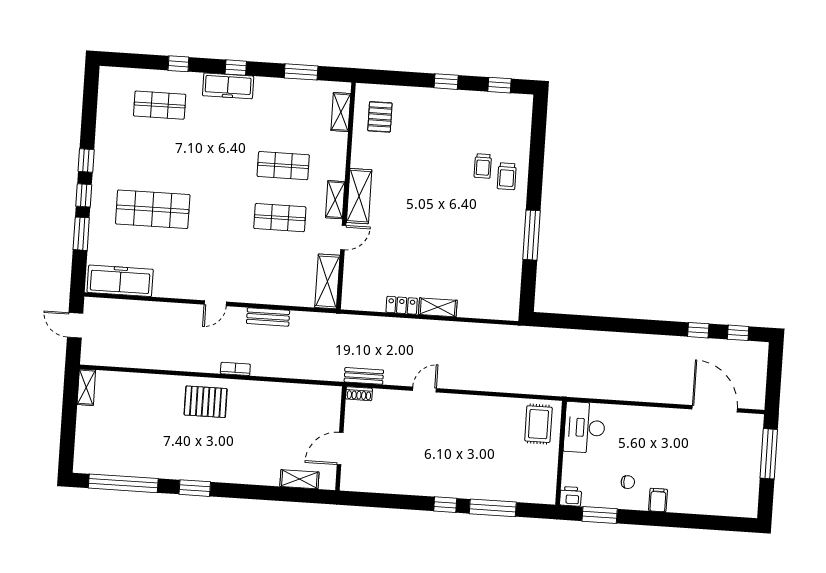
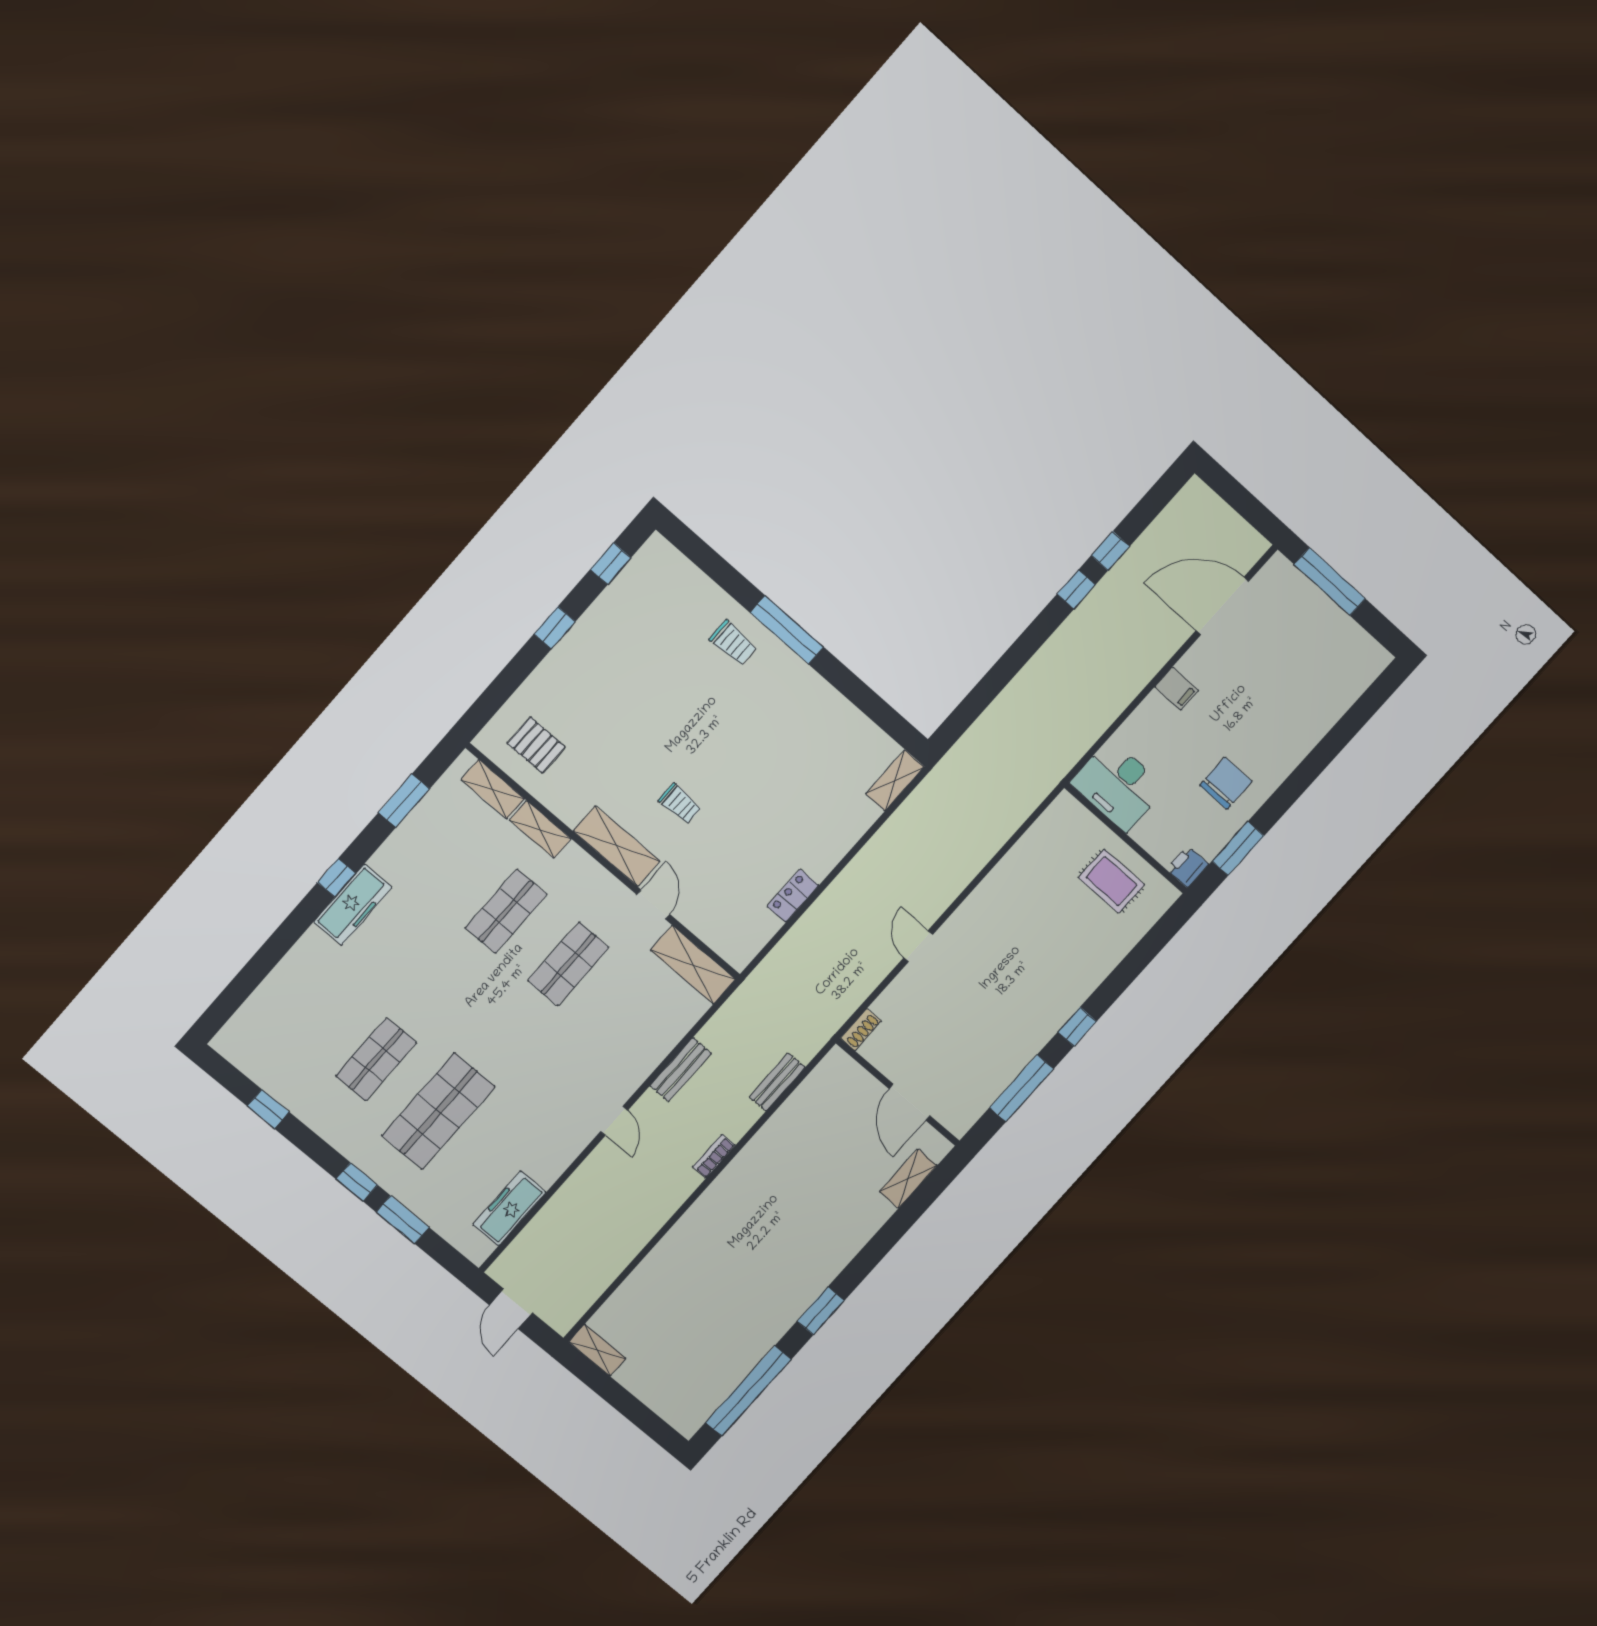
window: (178, 64) -> (278, 945), removed
shop shelf: (160, 105) -> (376, 1059), moved
window: (86, 160) -> (268, 1109), moved
trolley: (483, 166) -> (680, 804), moved
shelving: (335, 200) -> (540, 830), moved
window: (531, 235) -> (787, 630), moved
freezer: (120, 281) -> (509, 1208), width x0.73, depth x0.79
shelving: (438, 307) -> (895, 780), moved
door: (75, 325) -> (511, 1309), hinge flipped
window: (738, 333) -> (1076, 589), moved
bench: (364, 376) -> (777, 1082), moved
pallet: (206, 402) -> (726, 1221), removed
rug: (538, 424) -> (1111, 881), moved
chair: (628, 482) -> (1226, 783), width x1.87, depth x1.87
filing cabinet: (658, 500) -> (1177, 689), moved, turned 180
window: (493, 508) -> (1021, 1088), moved

